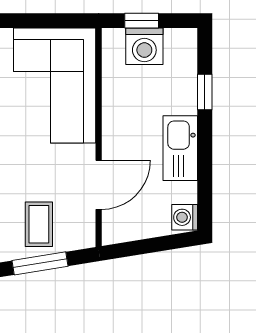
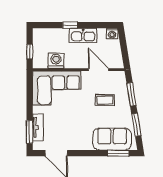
washing machine: (144, 46) -> (56, 61), moved, turned -90
window: (205, 92) -> (70, 25), moved
coffee table: (39, 224) -> (105, 100), moved

